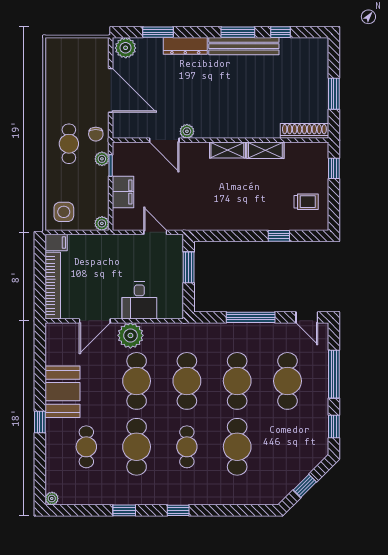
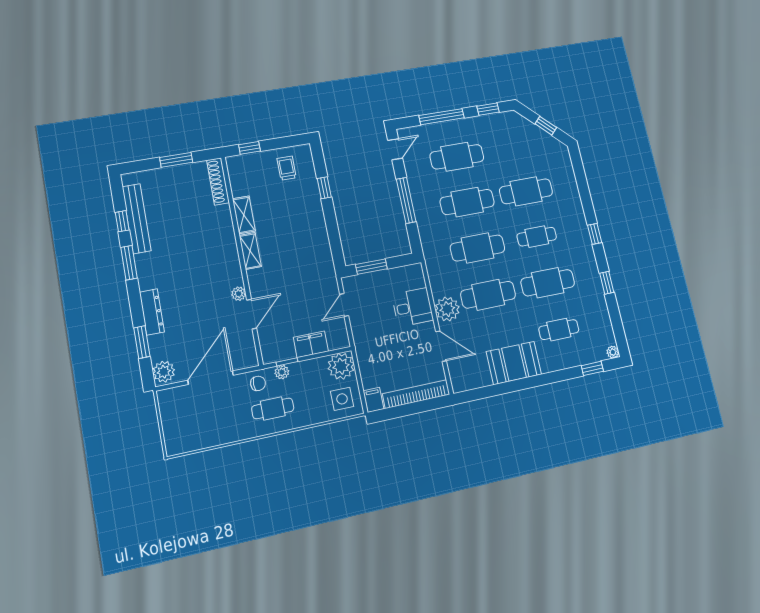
bench: (244, 46) -> (137, 219), moved
plant: (102, 223) -> (341, 366), width x1.87, depth x1.87
window: (40, 422) -> (592, 368), moved

